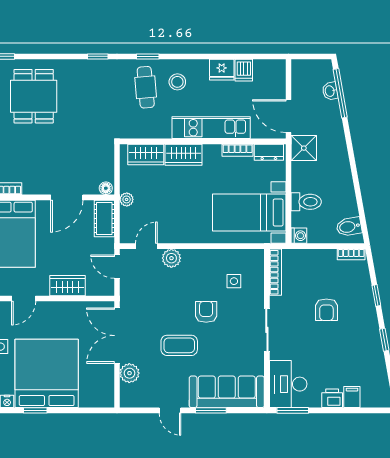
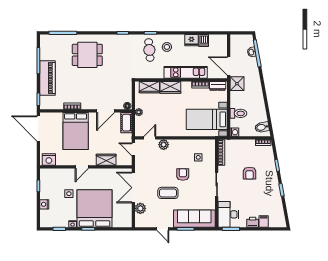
dining table: (34, 96) -> (87, 55), turned 90

